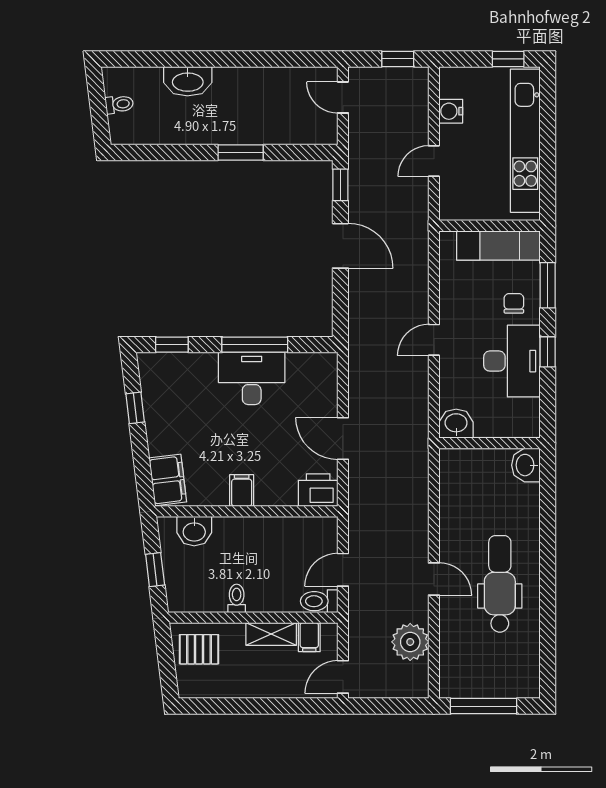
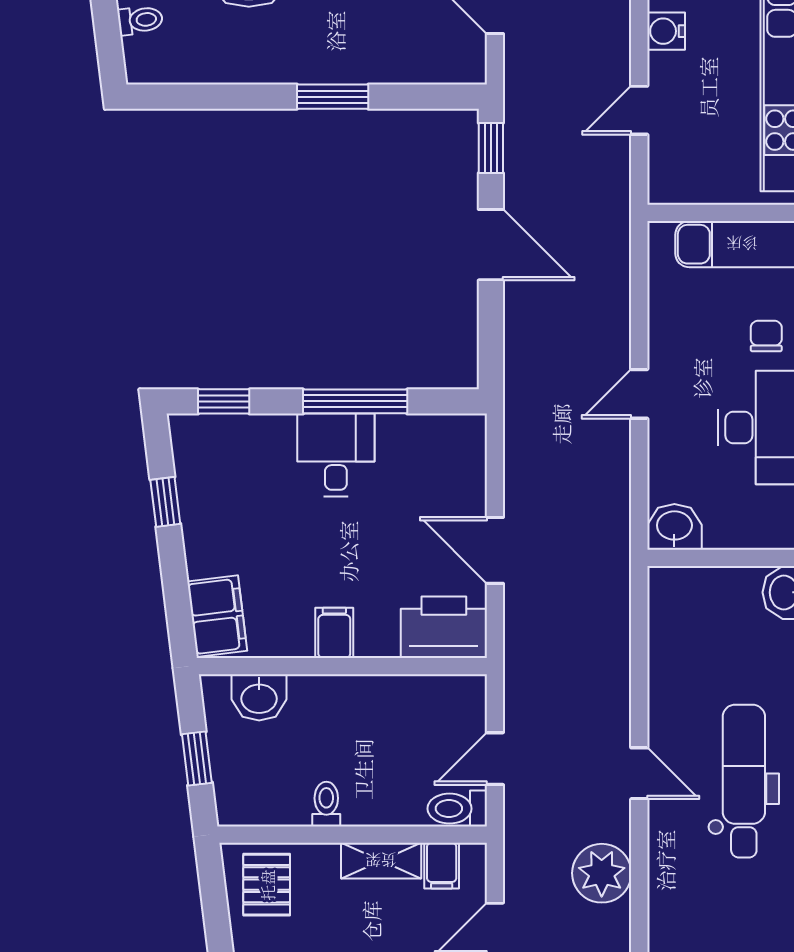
desk: (252, 378) -> (336, 455), width x0.73
printer: (318, 490) -> (444, 627), width x1.37, depth x1.19
pallet: (199, 649) -> (267, 885), turned 90

